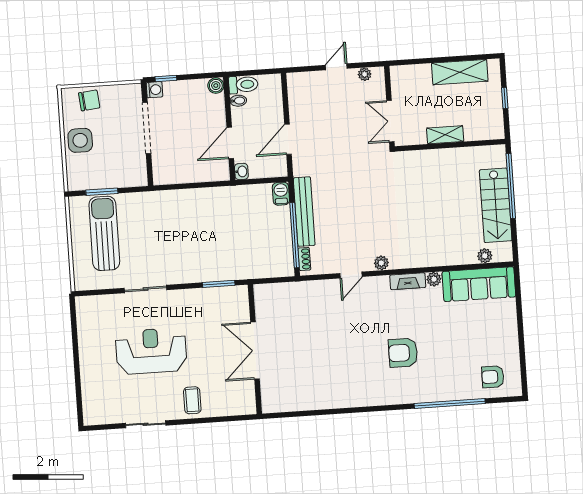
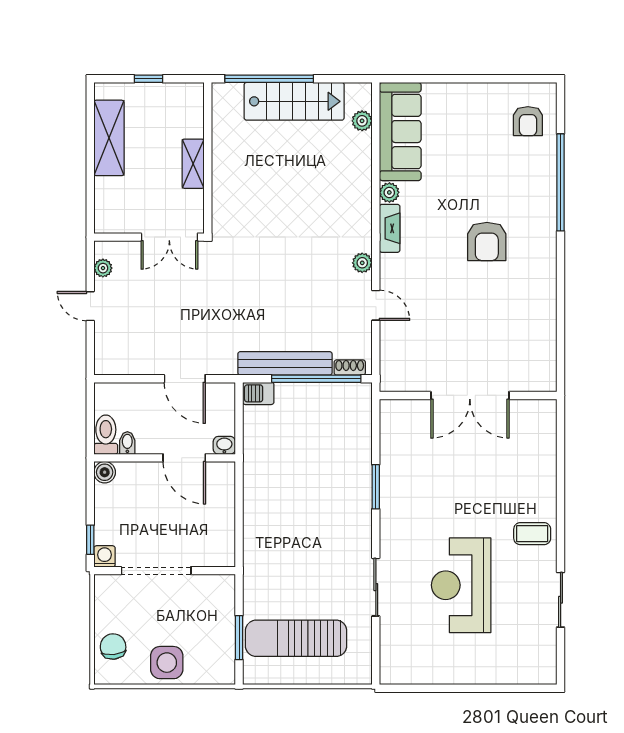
wall: (255, 349) -> (468, 395), moved
double door: (255, 350) -> (470, 395), moved

